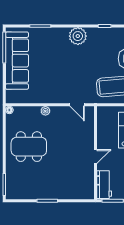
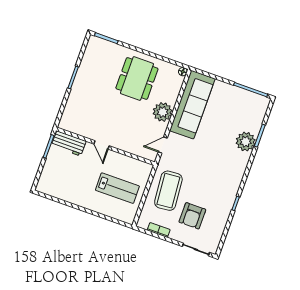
plant: (78, 36) -> (246, 142), moved
sofa: (17, 61) -> (192, 105), moved, turned -90
plant: (45, 111) -> (163, 112), width x1.88, depth x1.88

